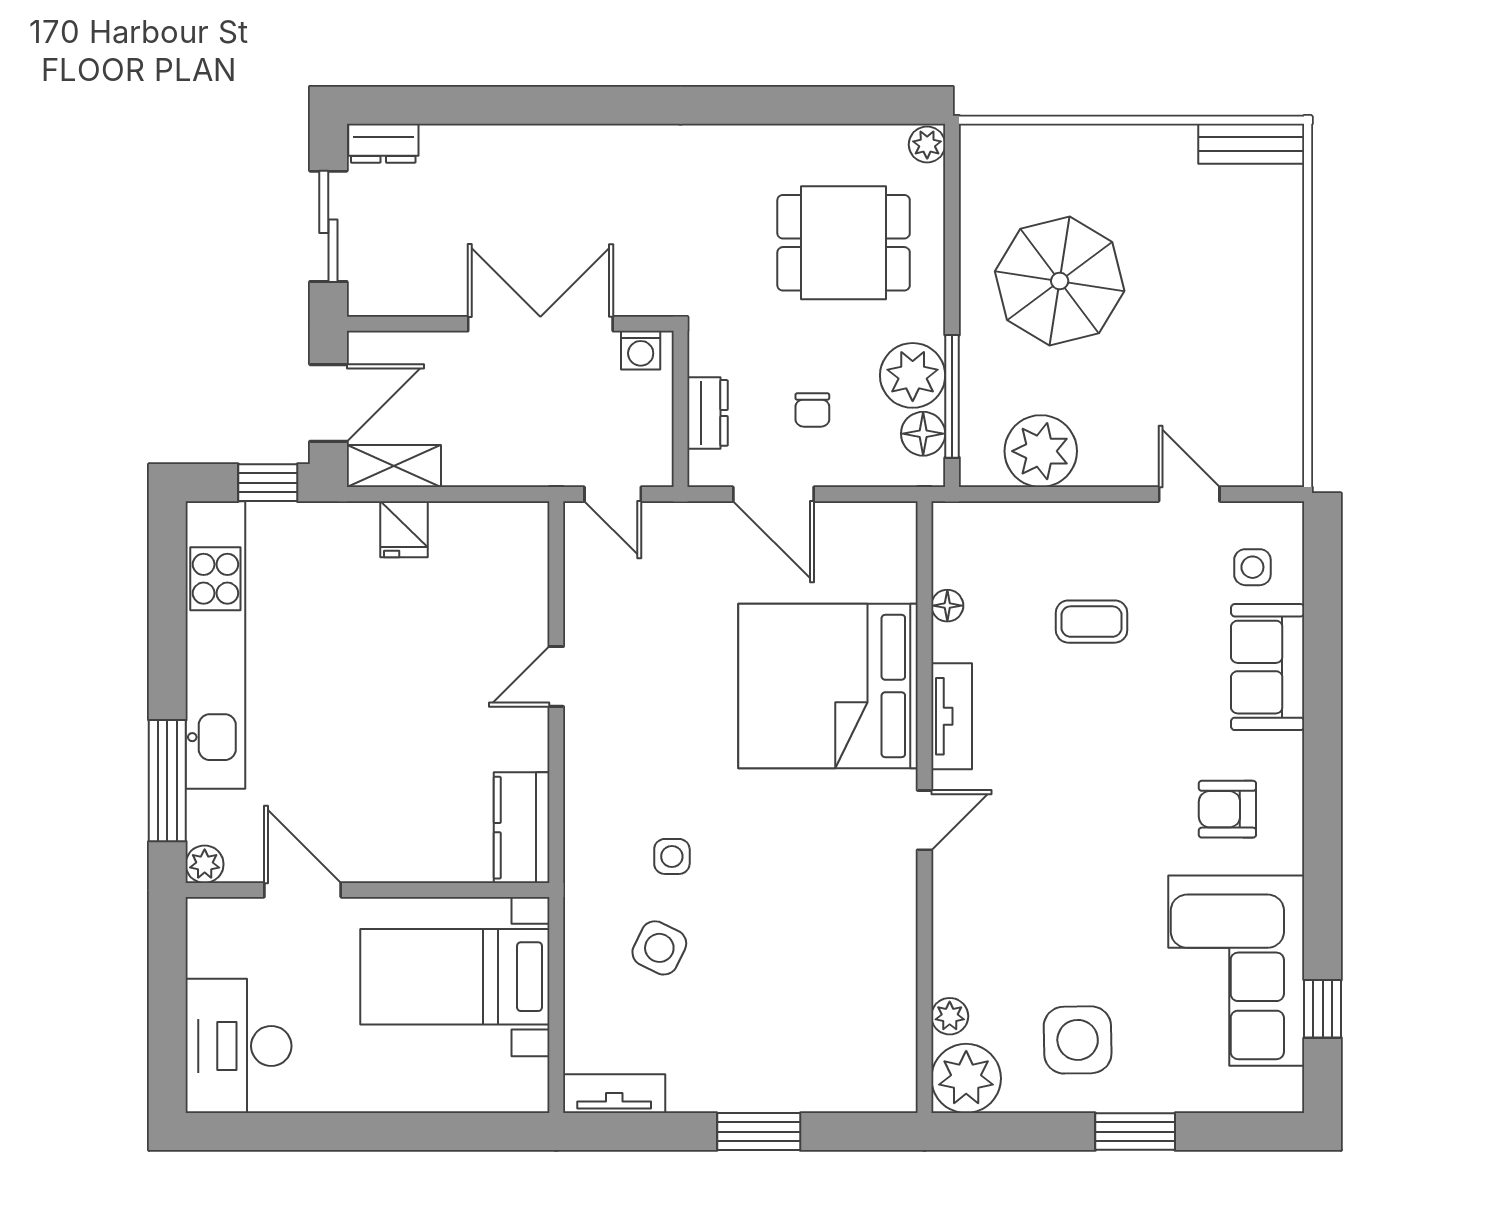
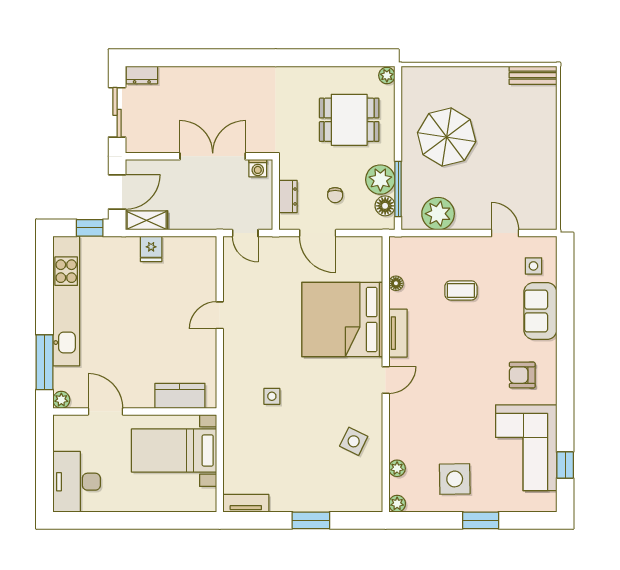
kitchen counter: (522, 828) -> (180, 396), moved, turned 90
side table: (659, 948) -> (354, 441), moved
plant: (966, 1078) -> (397, 504), width x0.53, depth x0.53

